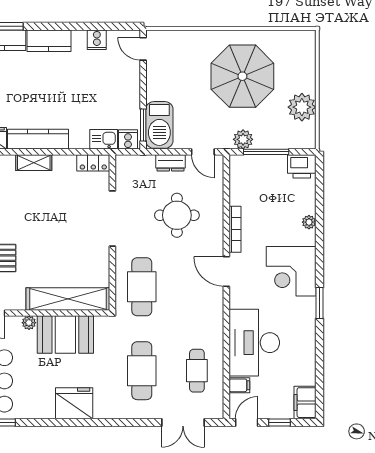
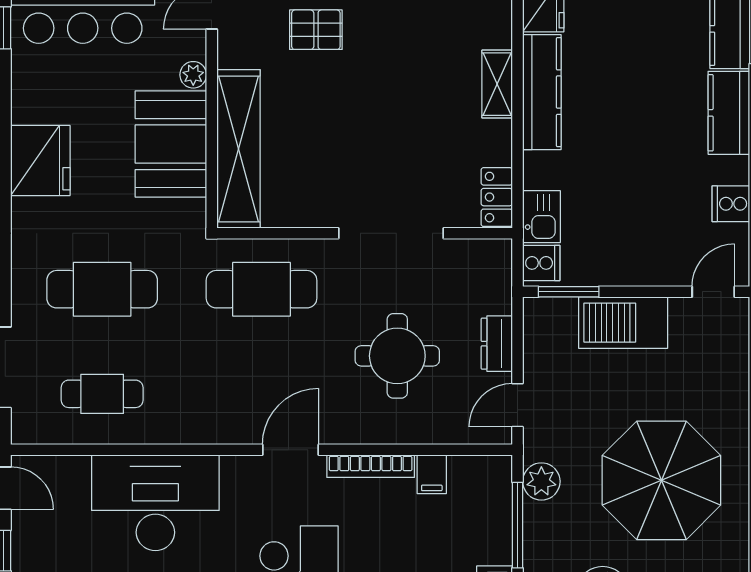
barbecue: (159, 125) -> (623, 323), moved
filing cabinet: (239, 385) -> (432, 474), moved

